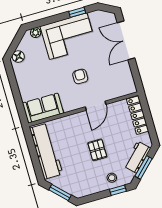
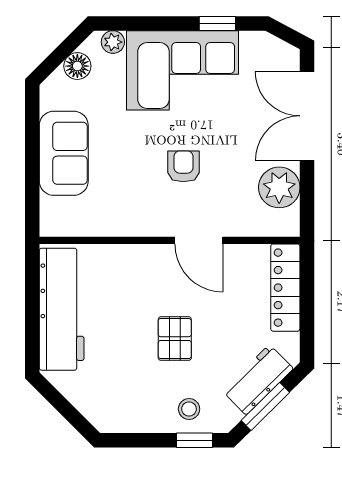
floor lamp: (18, 57) -> (77, 66), moved
plant: (123, 74) -> (279, 187), added
door: (96, 106) -> (199, 240), hinge flipped
sofa: (43, 108) -> (64, 153), moved, turned 90
window: (60, 193) -> (66, 409), removed

